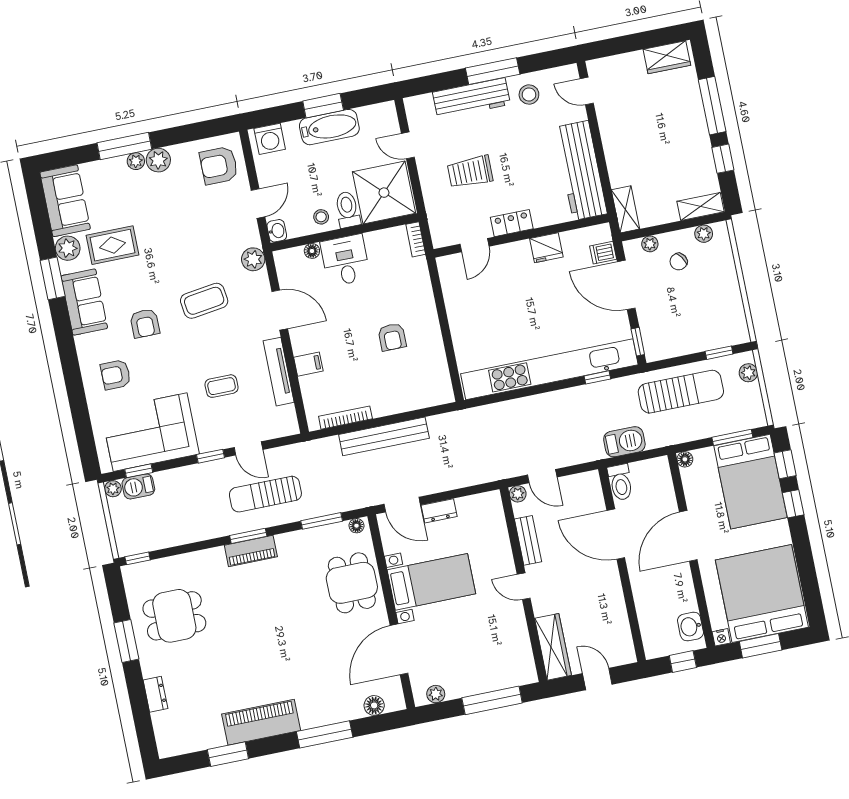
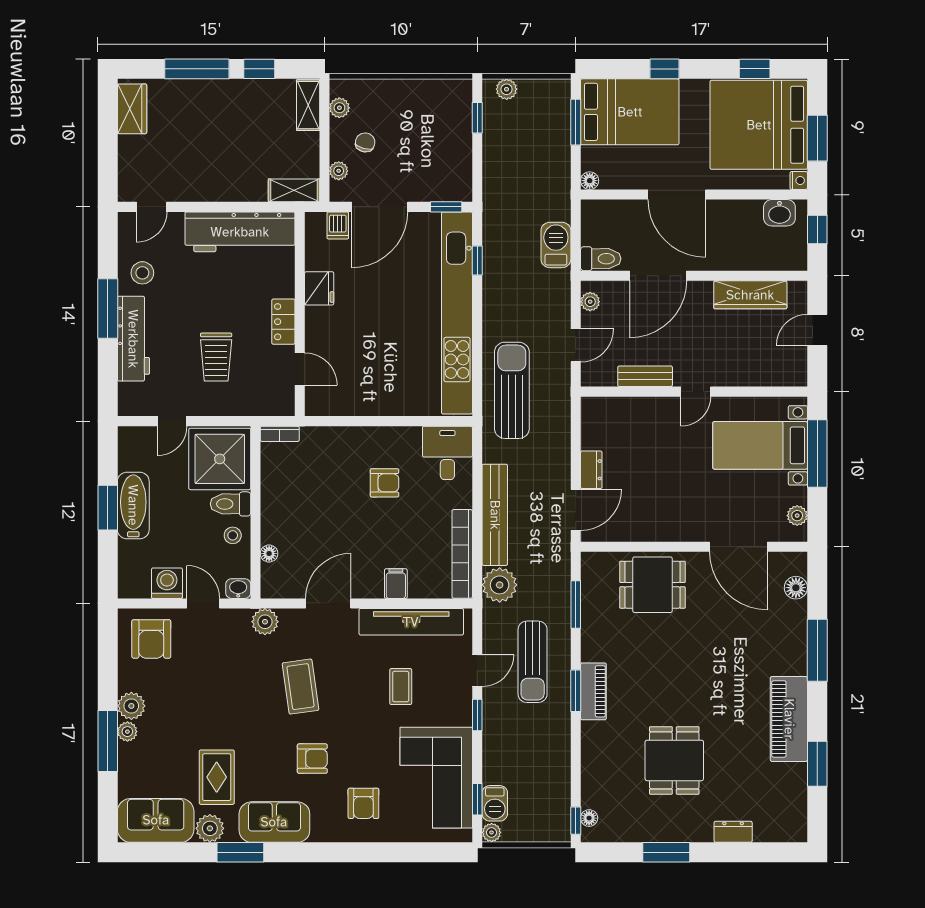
washing machine: (270, 139) -> (167, 583), moved, turned -90
desk: (345, 260) -> (447, 453), moved, turned 90
chair: (679, 262) -> (365, 142), turned -132
tv unit: (279, 372) -> (411, 622), width x1.36, depth x1.29
sun lounger: (681, 392) -> (512, 390), moved
bookcase: (345, 418) -> (462, 554), width x1.48, depth x1.31
plant: (325, 453) -> (500, 585), added
window: (785, 464) -> (755, 69), moved
plant: (518, 494) -> (590, 302), moved
floor lamp: (356, 526) -> (589, 818), moved
bed with nightstands: (431, 582) -> (760, 445), moved, turned -90
dining table: (174, 616) -> (674, 760), moved
wardrobe: (553, 647) -> (750, 295), moved, turned 180

